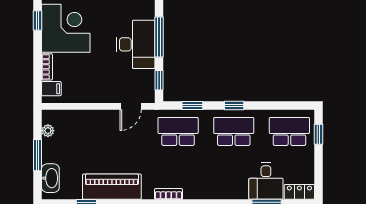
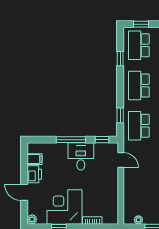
desk: (136, 44) -> (81, 156), width x0.73
filing cabinet: (51, 89) -> (108, 217), removed
window: (234, 106) -> (120, 59), moved

